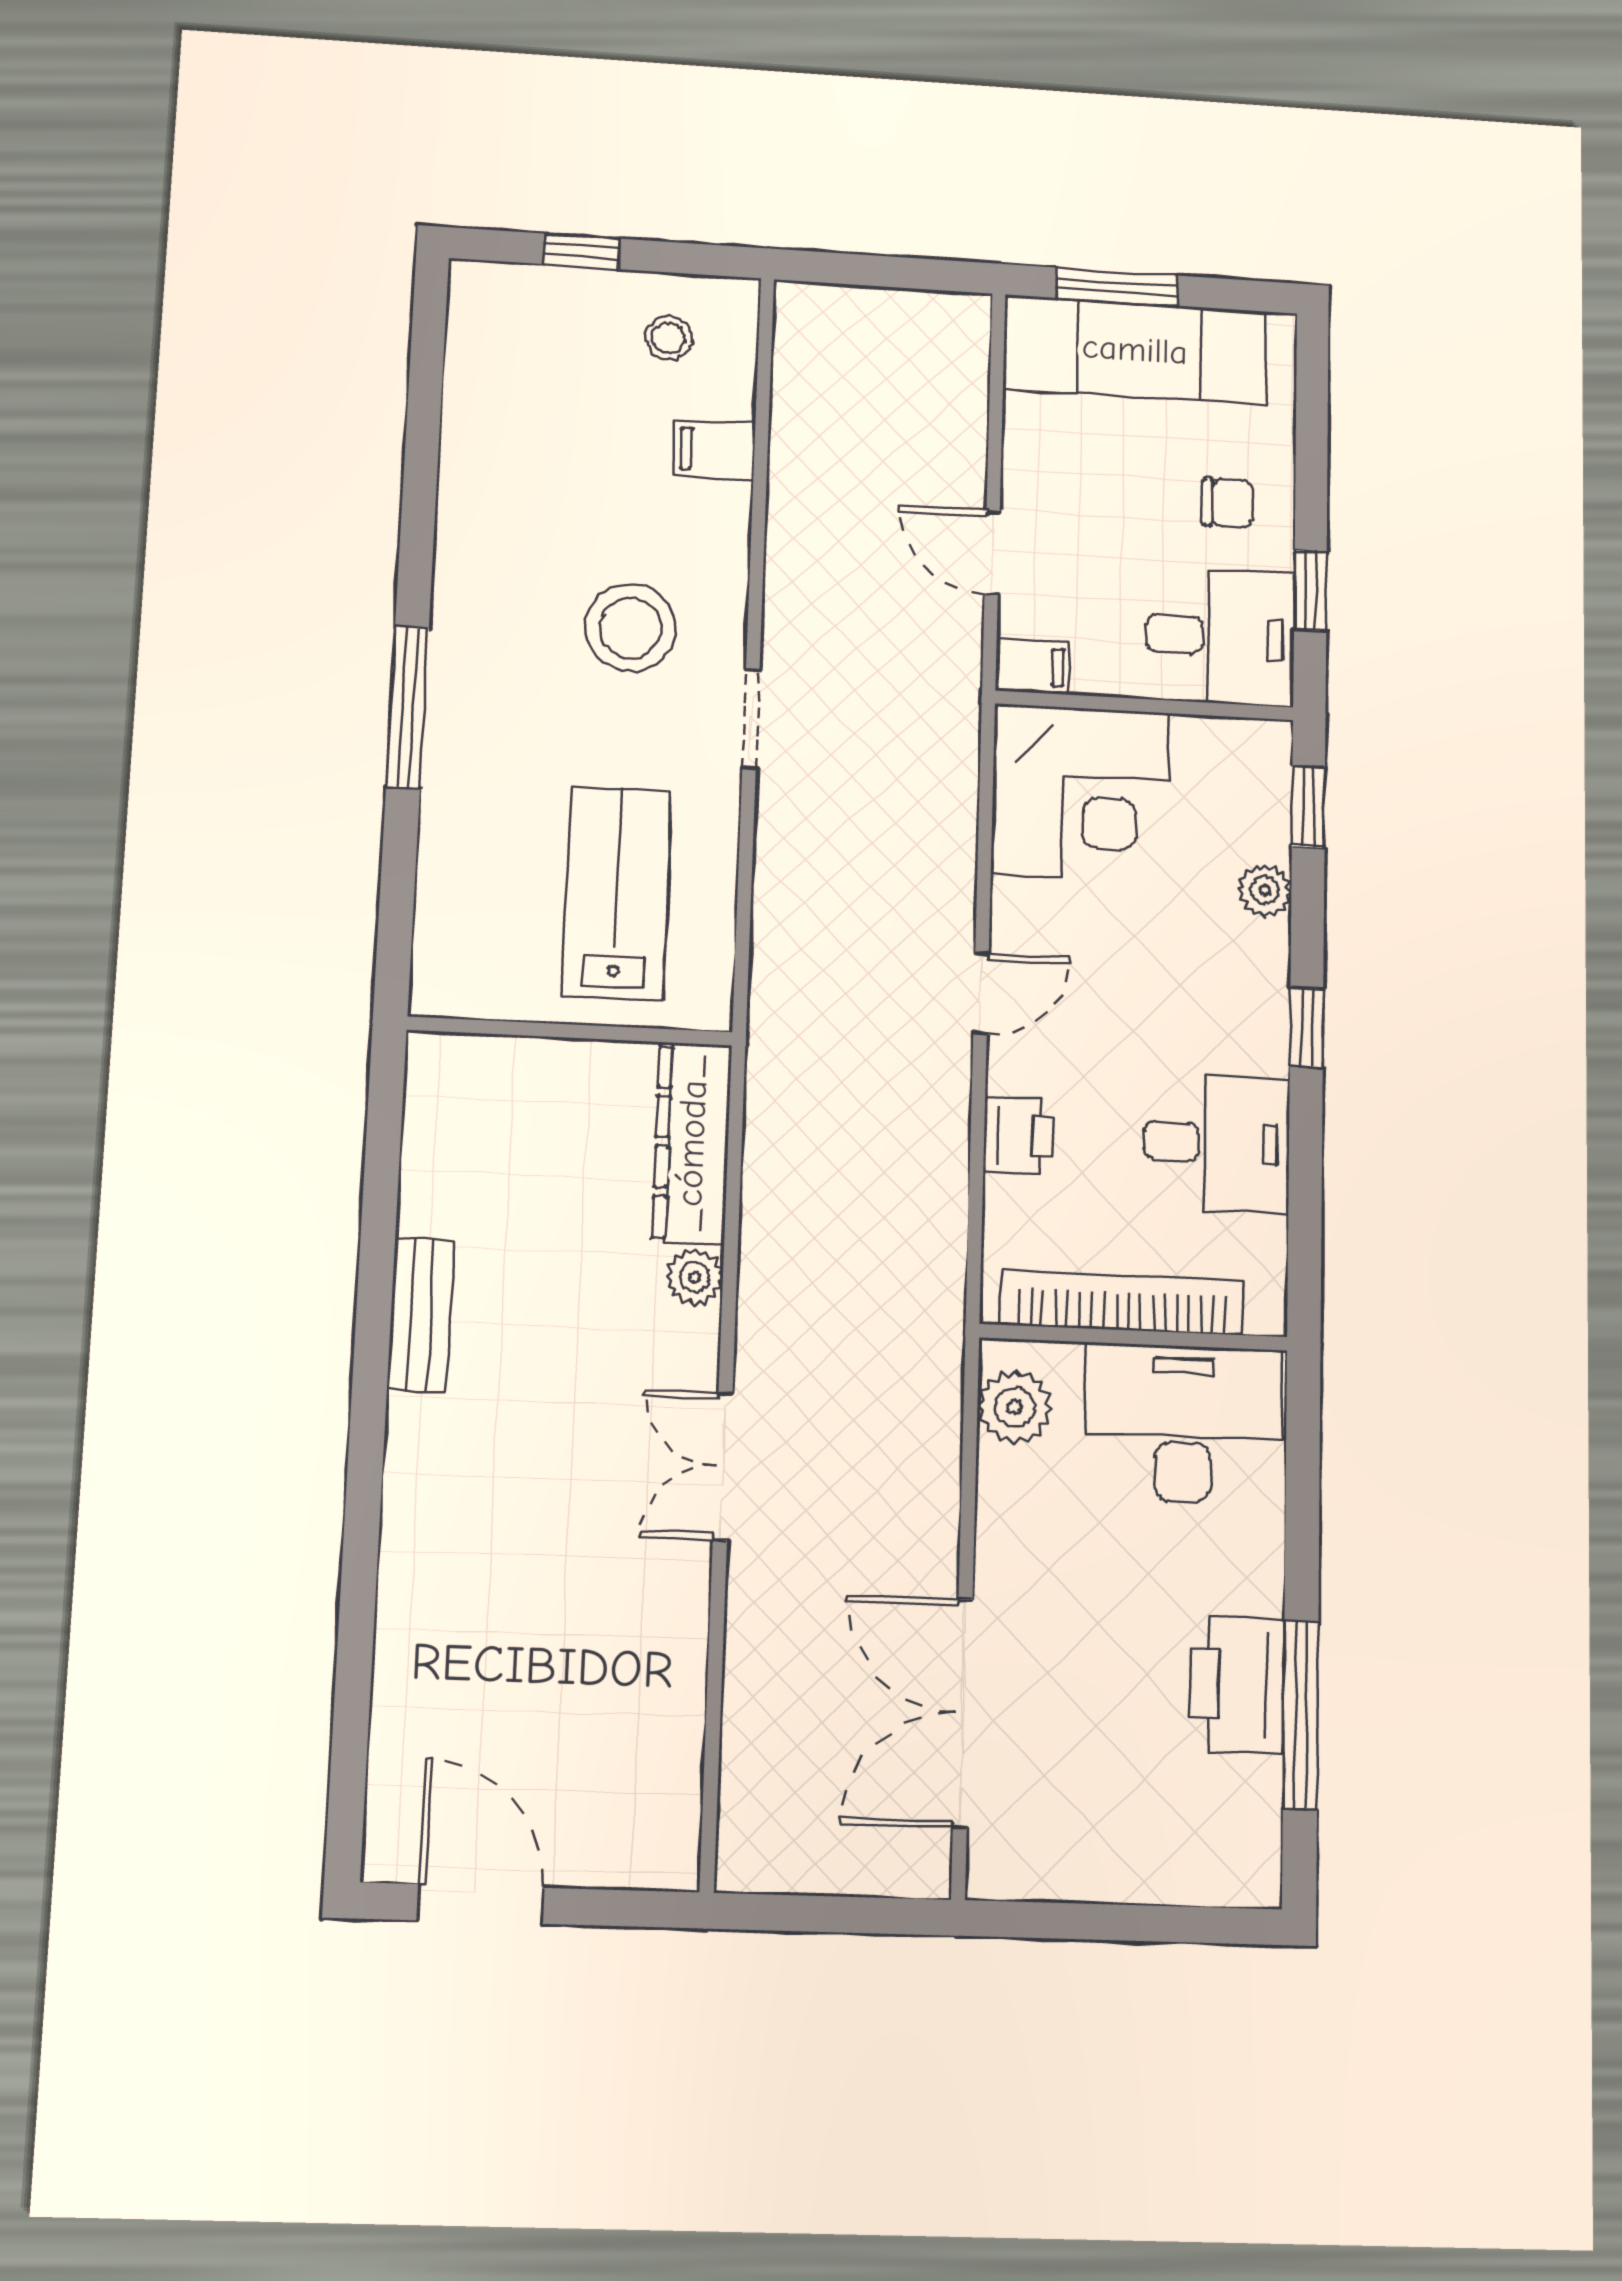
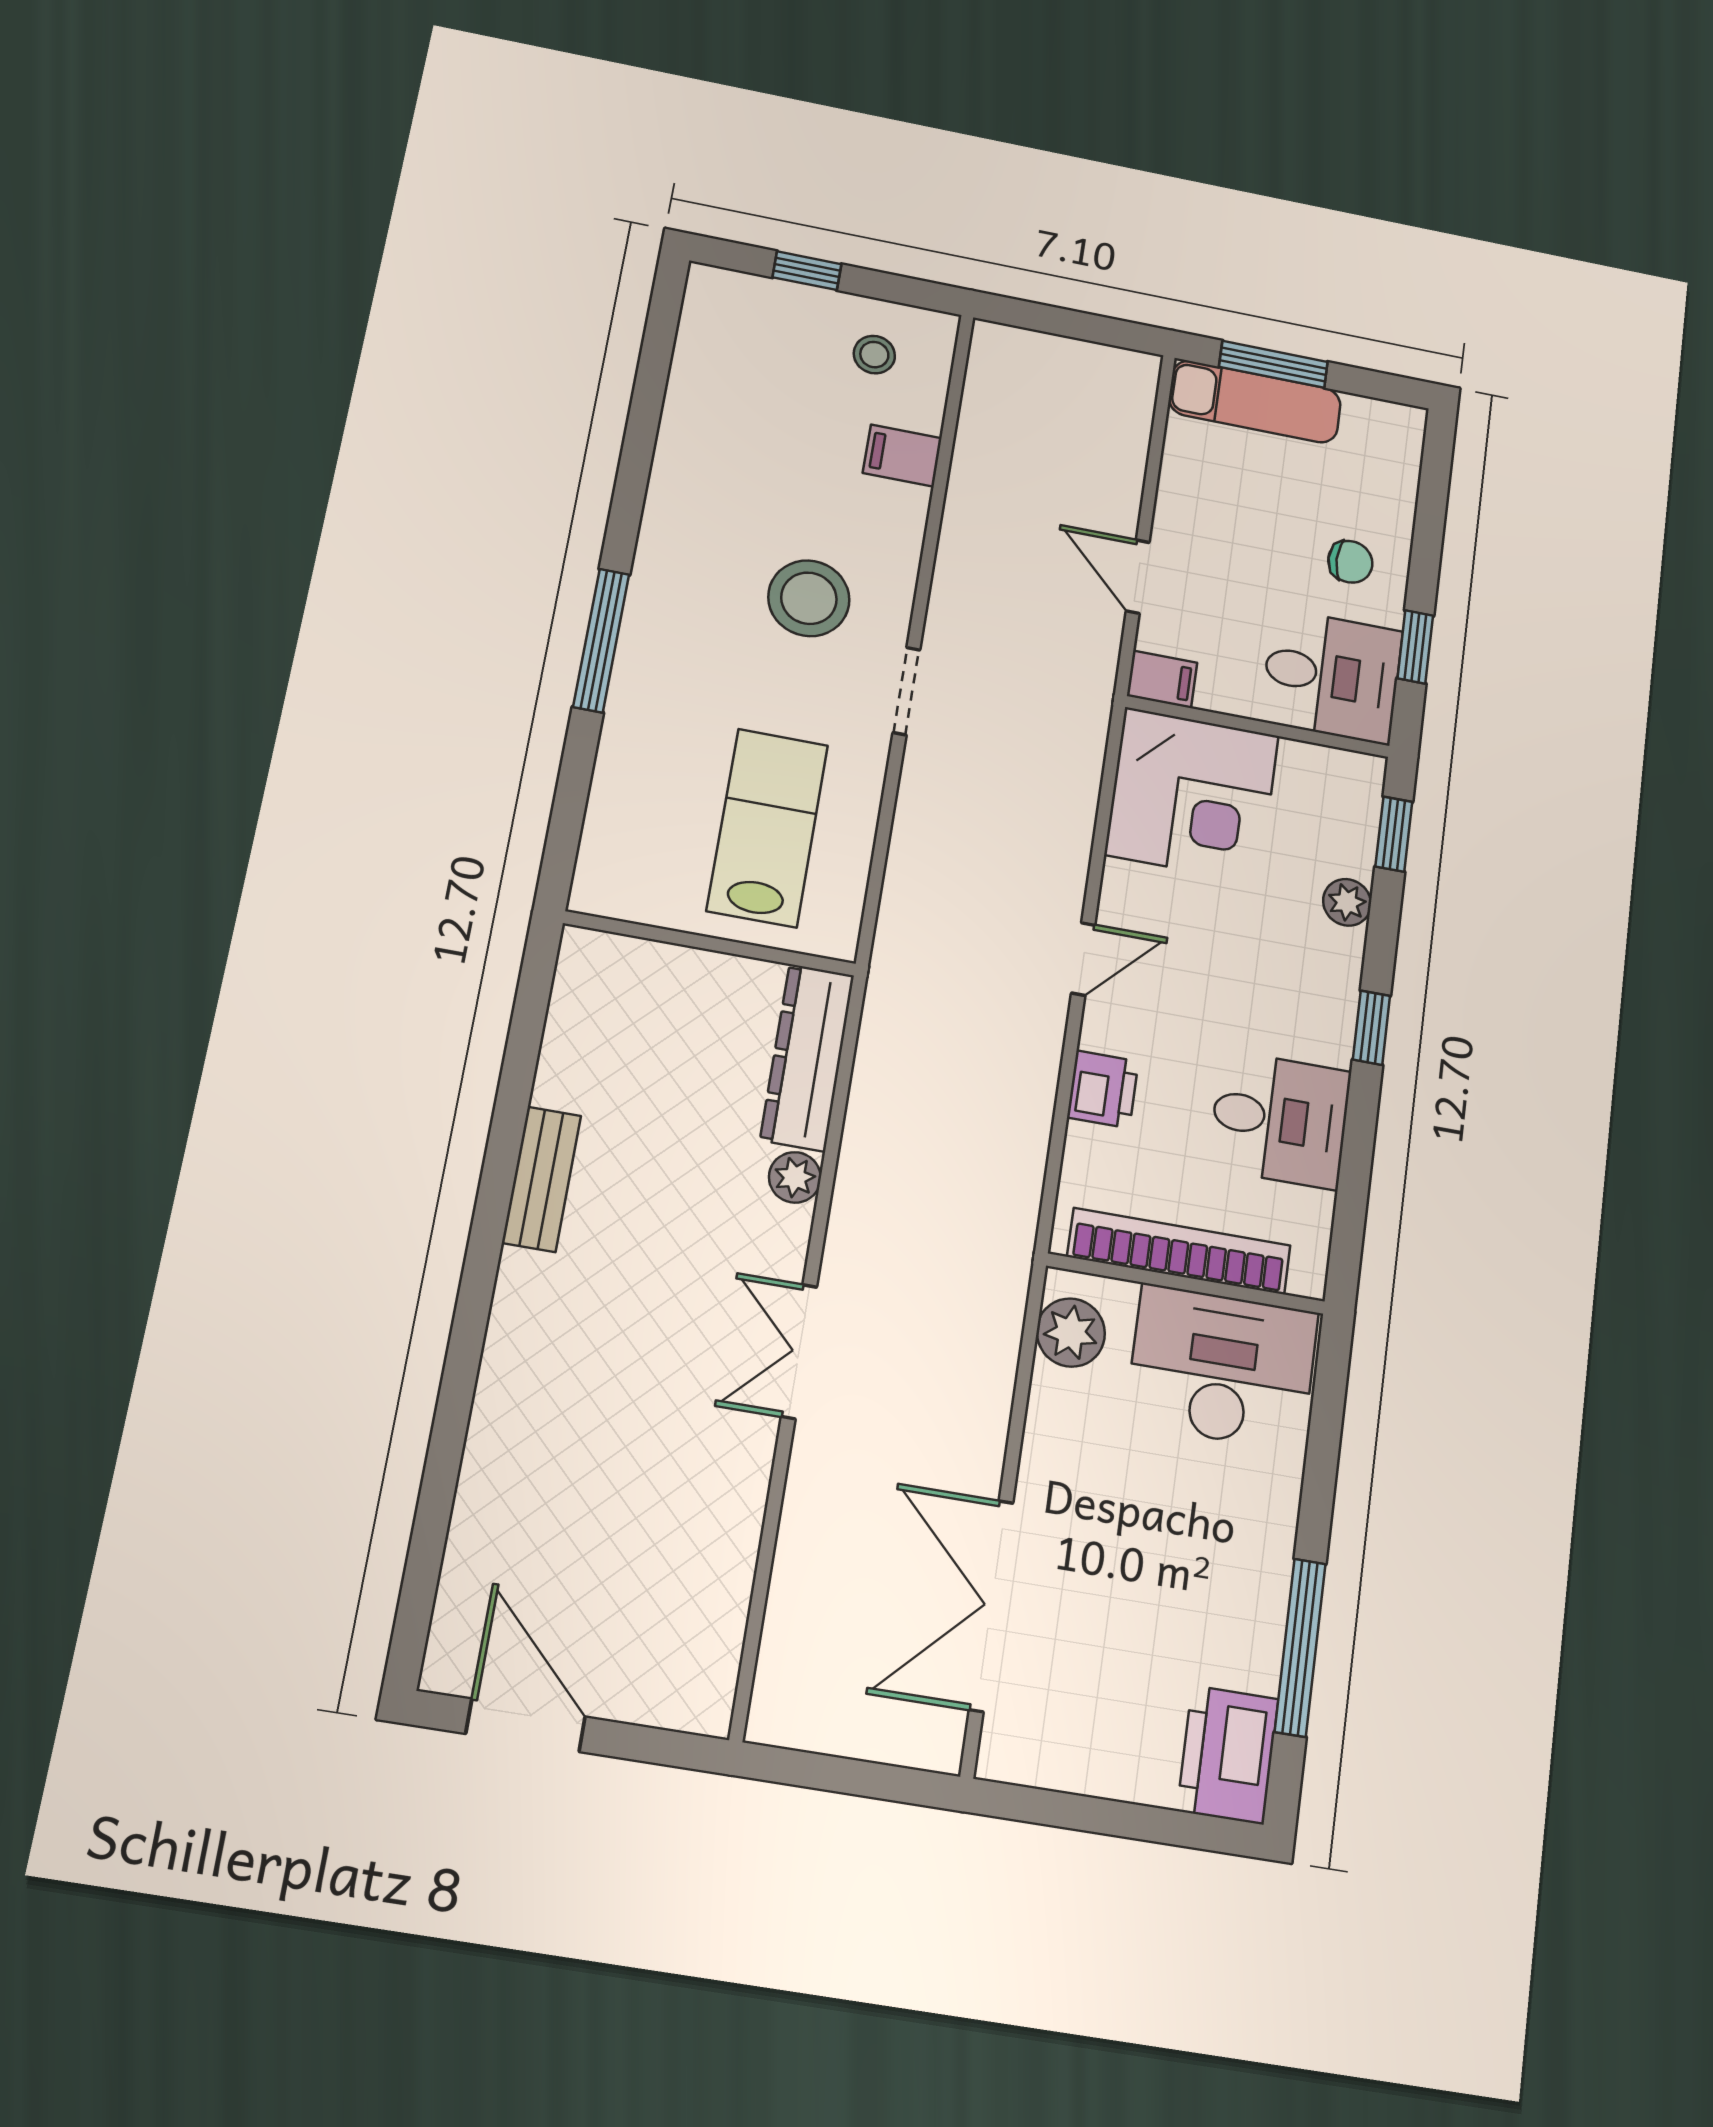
exam couch: (1135, 350) -> (1255, 402), width x0.73, depth x0.69
printer: (1237, 1685) -> (1228, 1755), moved

